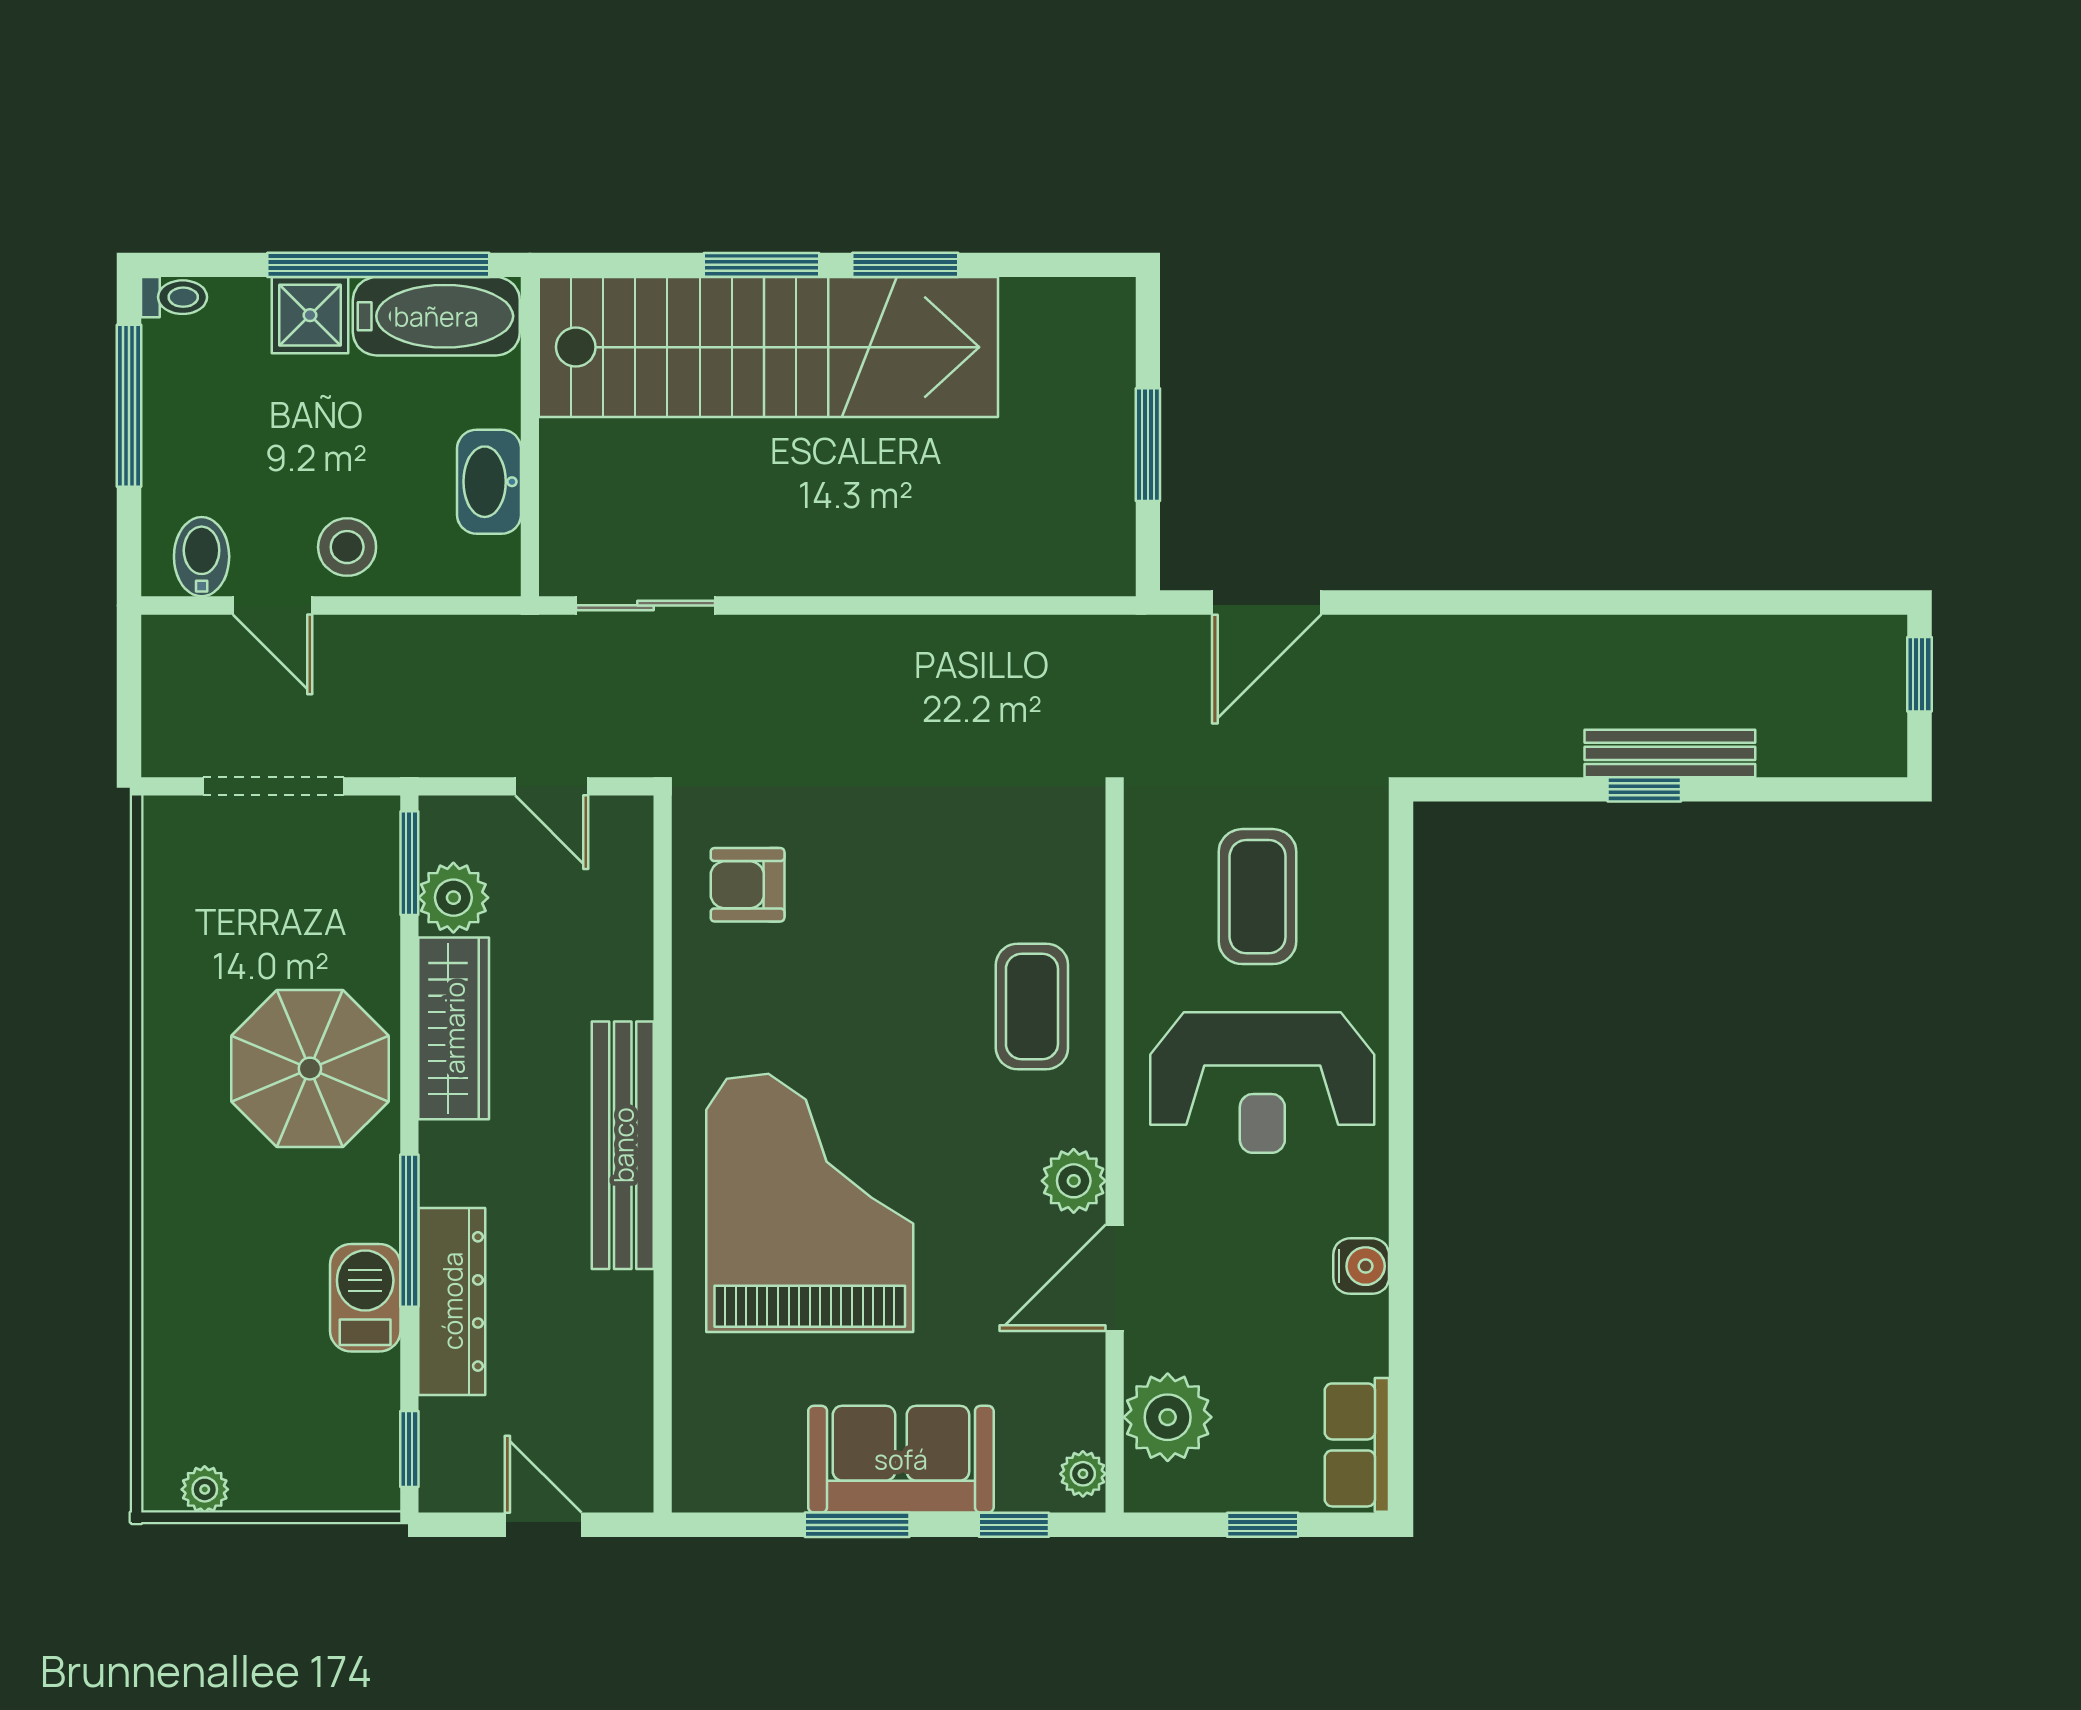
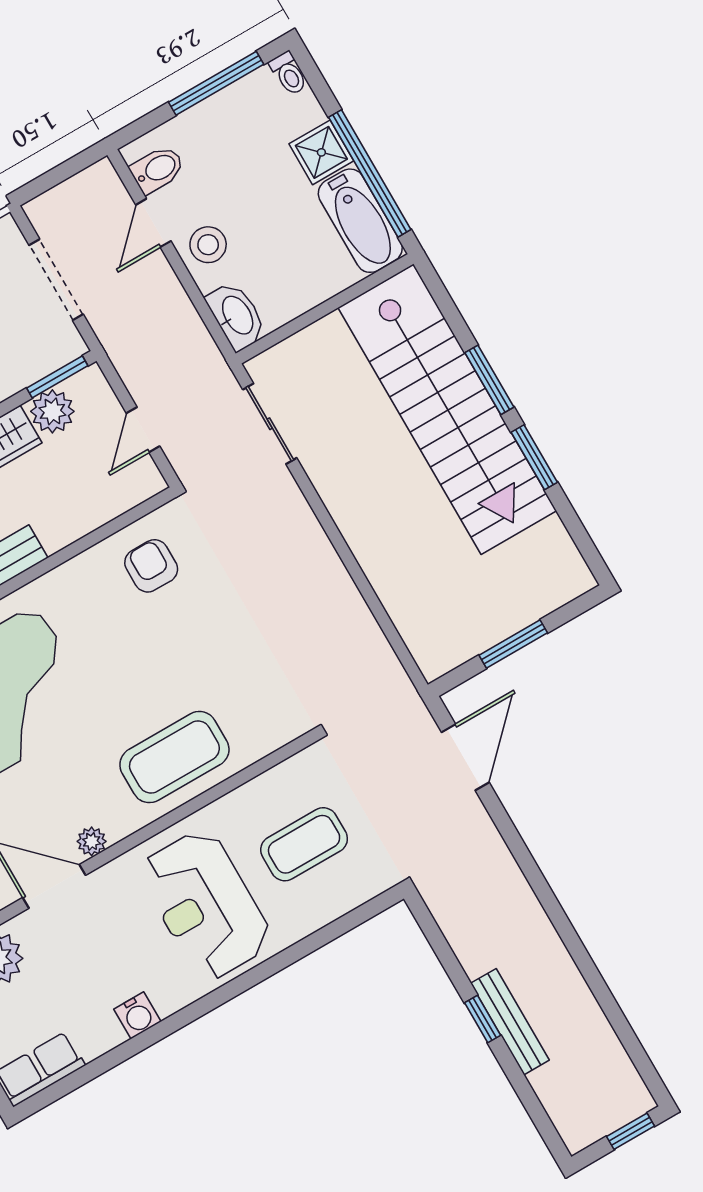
washbasin: (489, 482) -> (237, 316), moved, turned 90
door: (1267, 602) -> (465, 757), swing flipped
coffee table: (1032, 1006) -> (174, 757), width x1.36, depth x1.32
plant: (1074, 1181) -> (92, 841), width x0.73, depth x0.73

